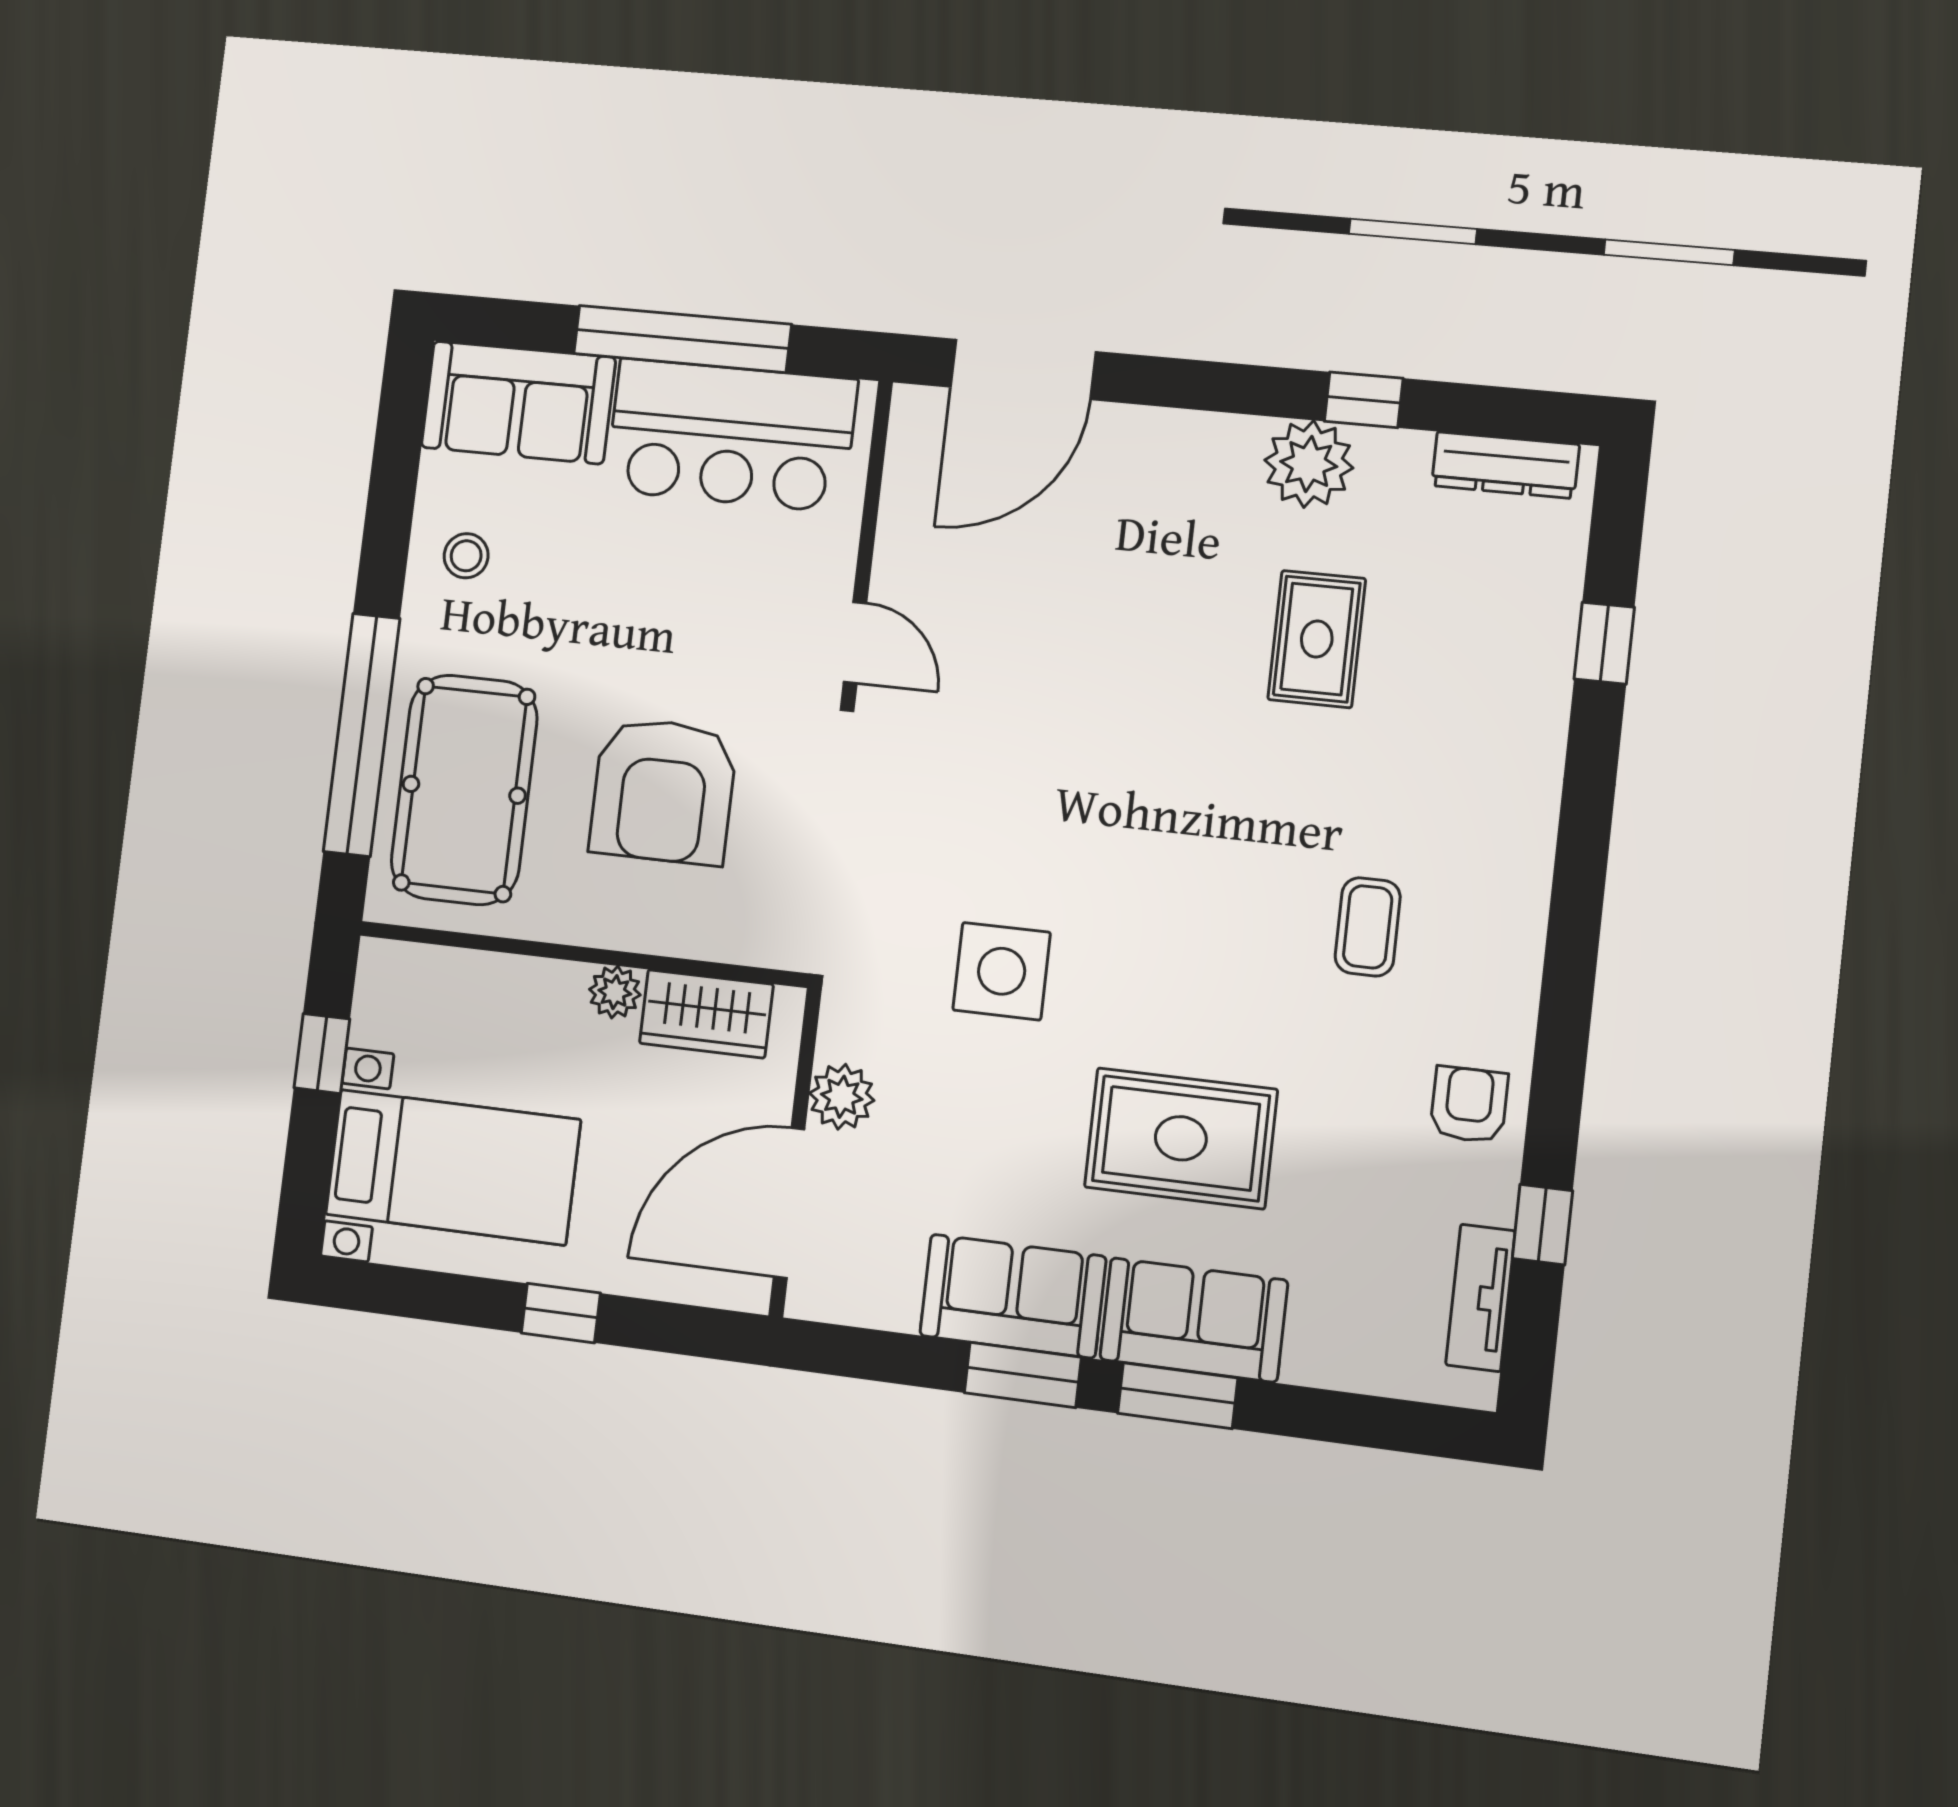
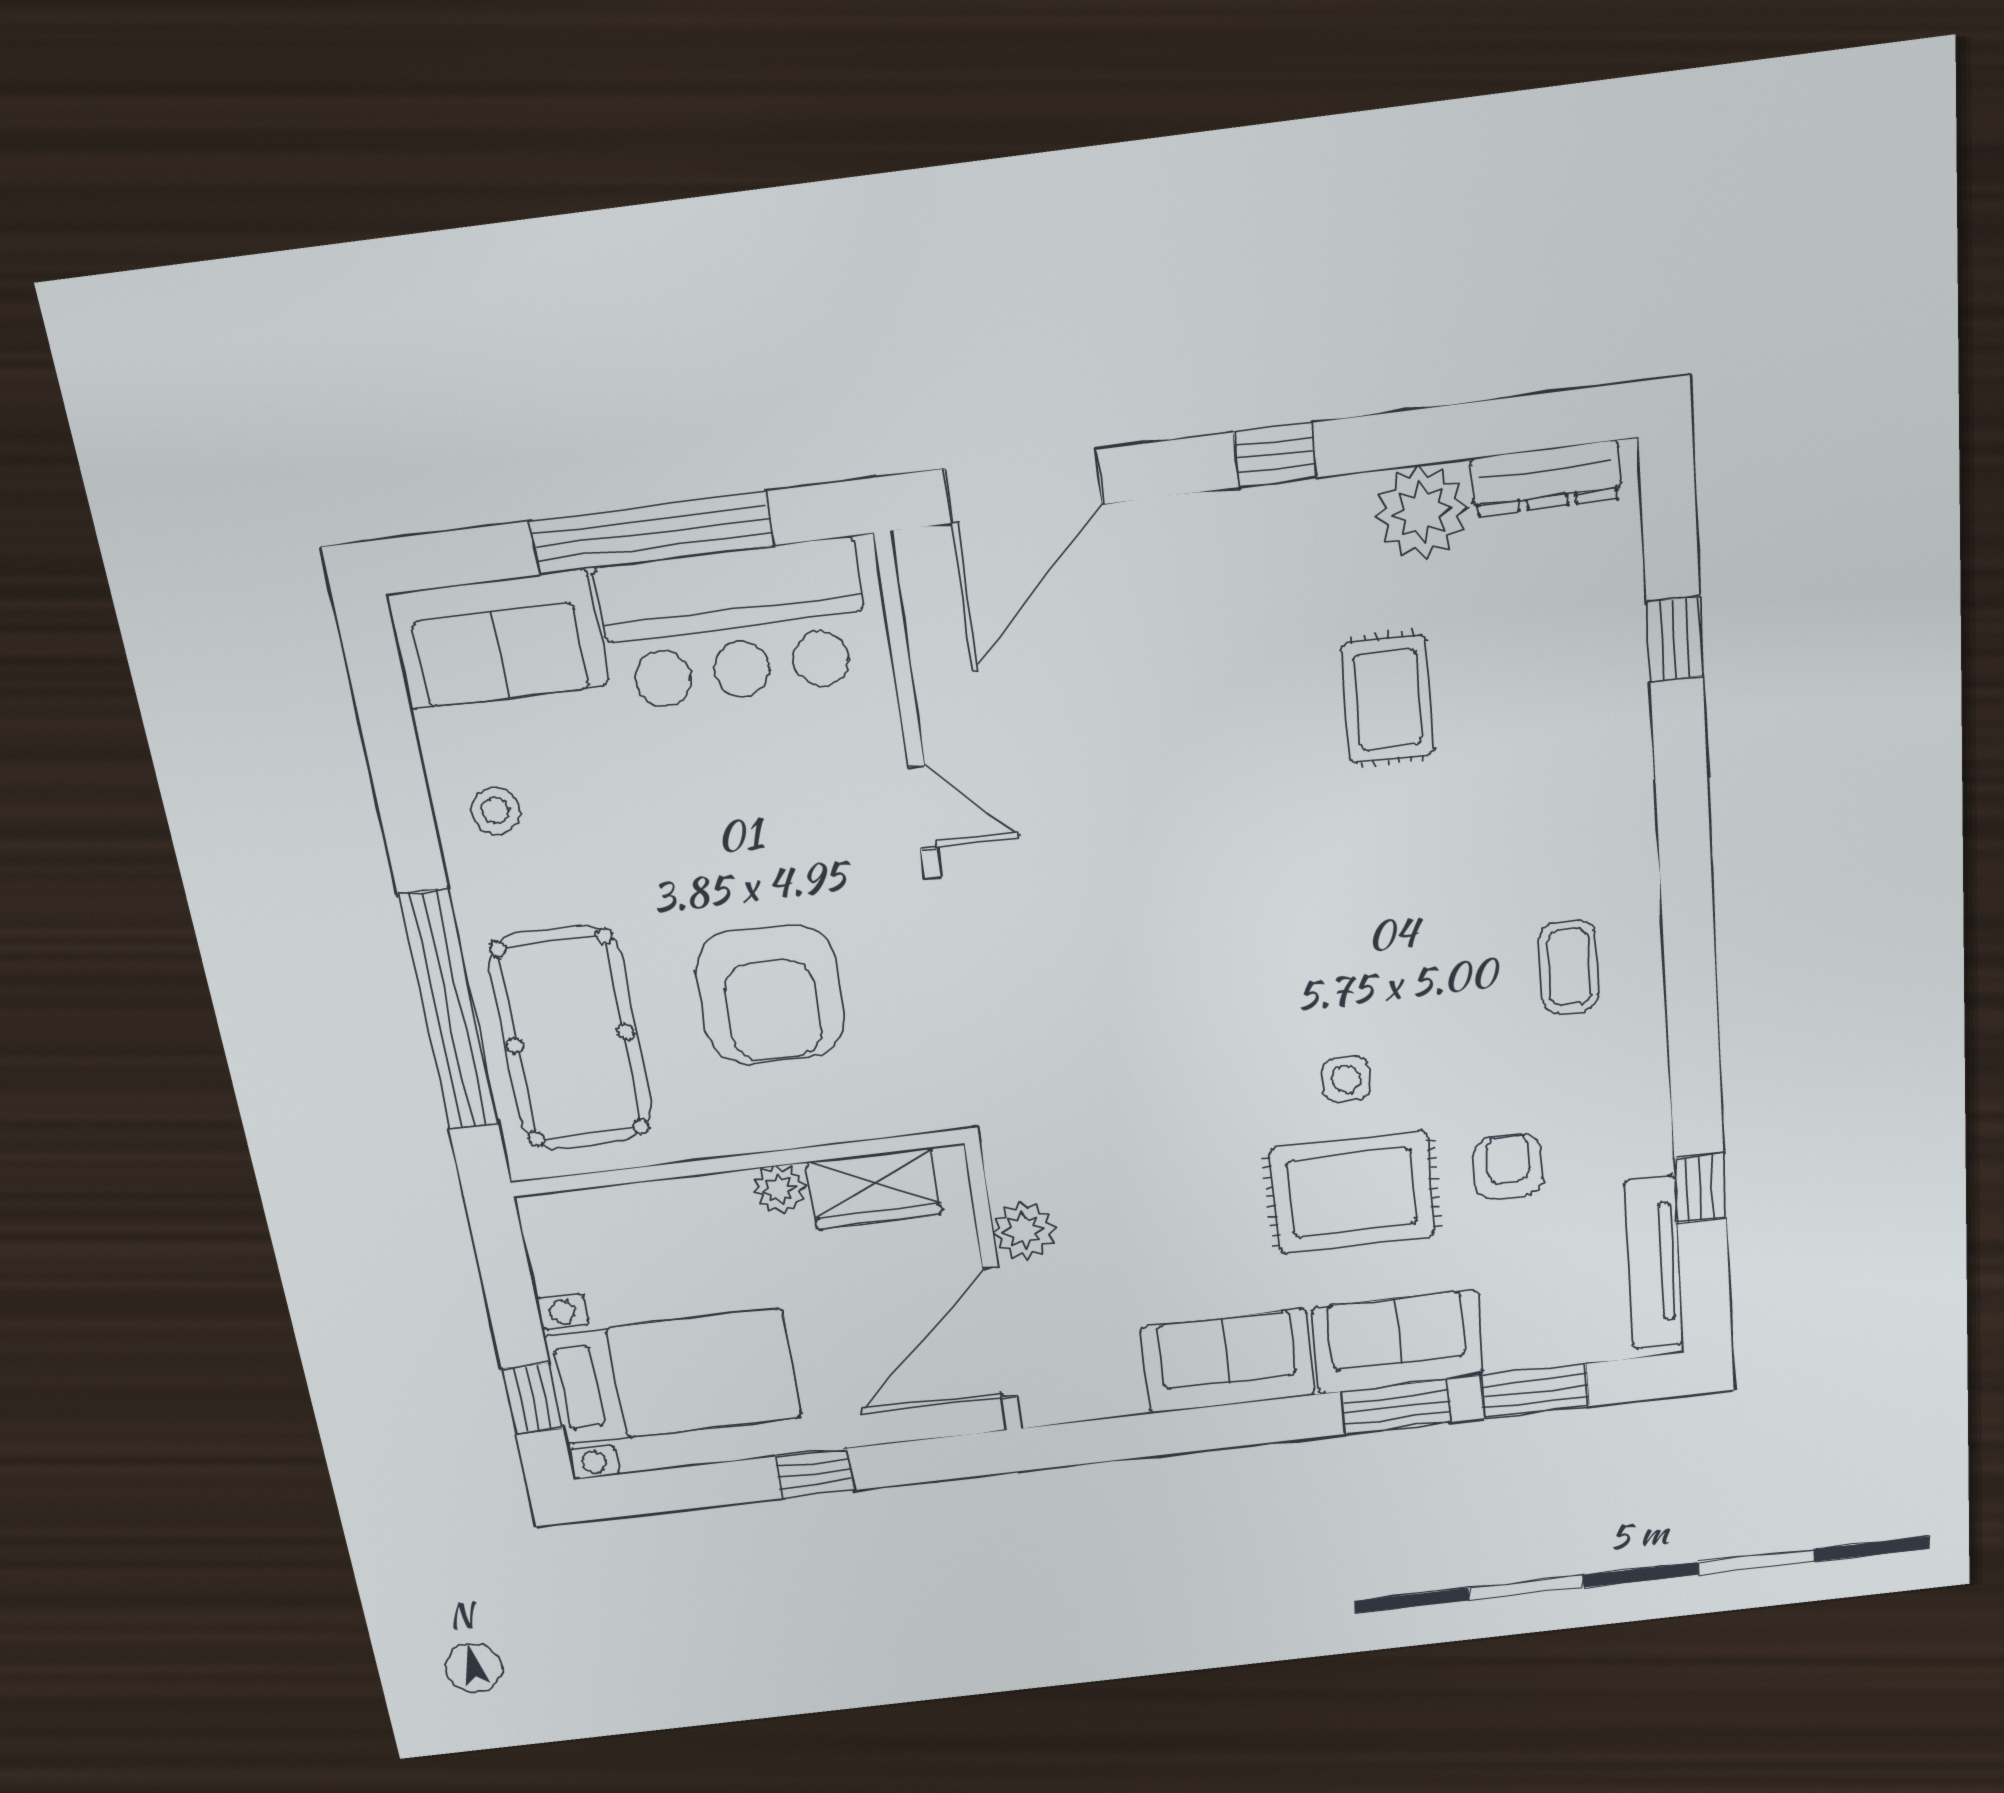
window: (1364, 400) -> (1275, 455), moved
plant: (1309, 464) -> (1421, 512), moved
coffee table: (1368, 927) -> (1569, 967), moved
side table: (1002, 971) -> (1346, 1079), moved, width x0.54, depth x0.54
window: (322, 1053) -> (532, 1399), moved
armchair: (1469, 1105) -> (1508, 1167), moved
tv unit: (1480, 1298) -> (1654, 1263), width x1.41
window: (1023, 1375) -> (1535, 1391), moved

